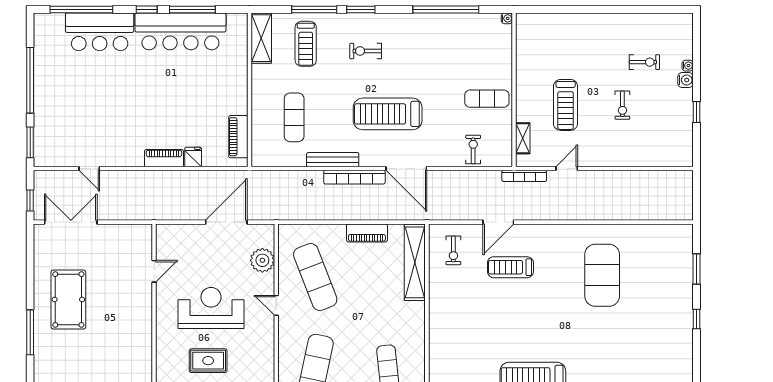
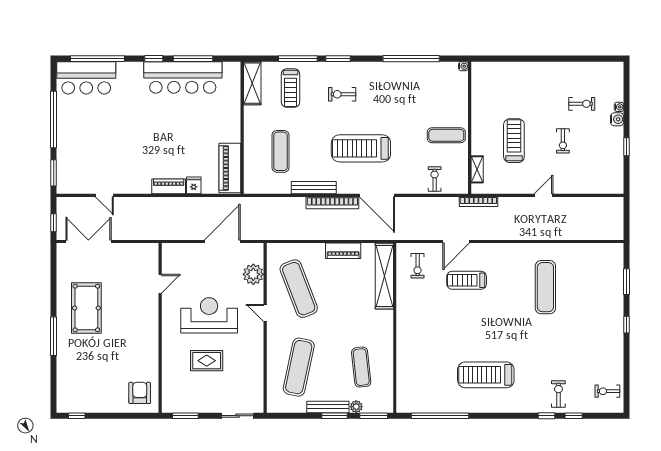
bar counter: (100, 32) -> (86, 78), moved
treadmill: (566, 105) -> (514, 141), turned 180
piano: (238, 137) -> (230, 168), width x1.37, depth x1.33
door: (567, 169) -> (543, 195), moved
exercise mat: (602, 275) -> (545, 287), width x0.68

